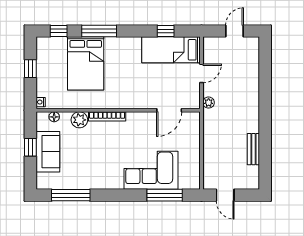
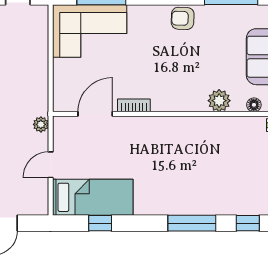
bed: (86, 63) -> (210, 179), removed
bookcase: (107, 116) -> (134, 105), moved, width x0.64
corner sofa: (151, 170) -> (90, 31), moved
armchair: (106, 179) -> (183, 18), added

